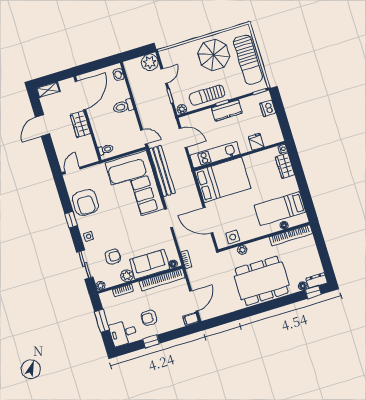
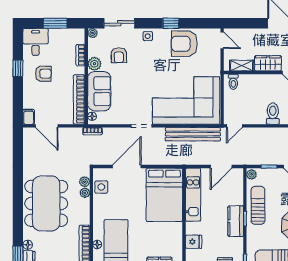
shelving: (89, 147) -> (242, 66), added
plant: (232, 253) -> (85, 182), added
armchair: (149, 318) -> (43, 74), turned 90

